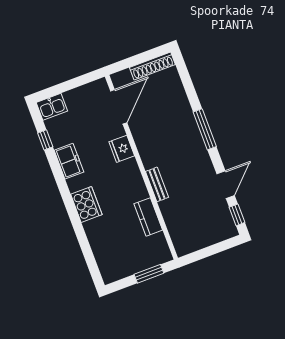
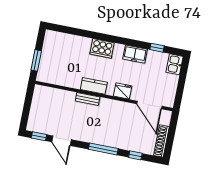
window: (189, 86) -> (135, 155), added
kitchen counter: (148, 217) -> (94, 86), moved

